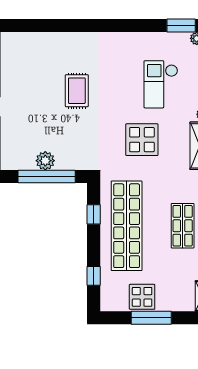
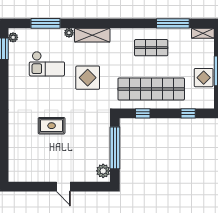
plant: (45, 161) -> (103, 171), moved

